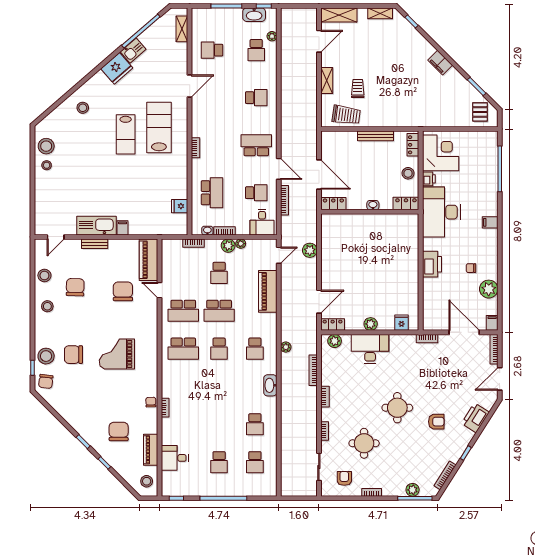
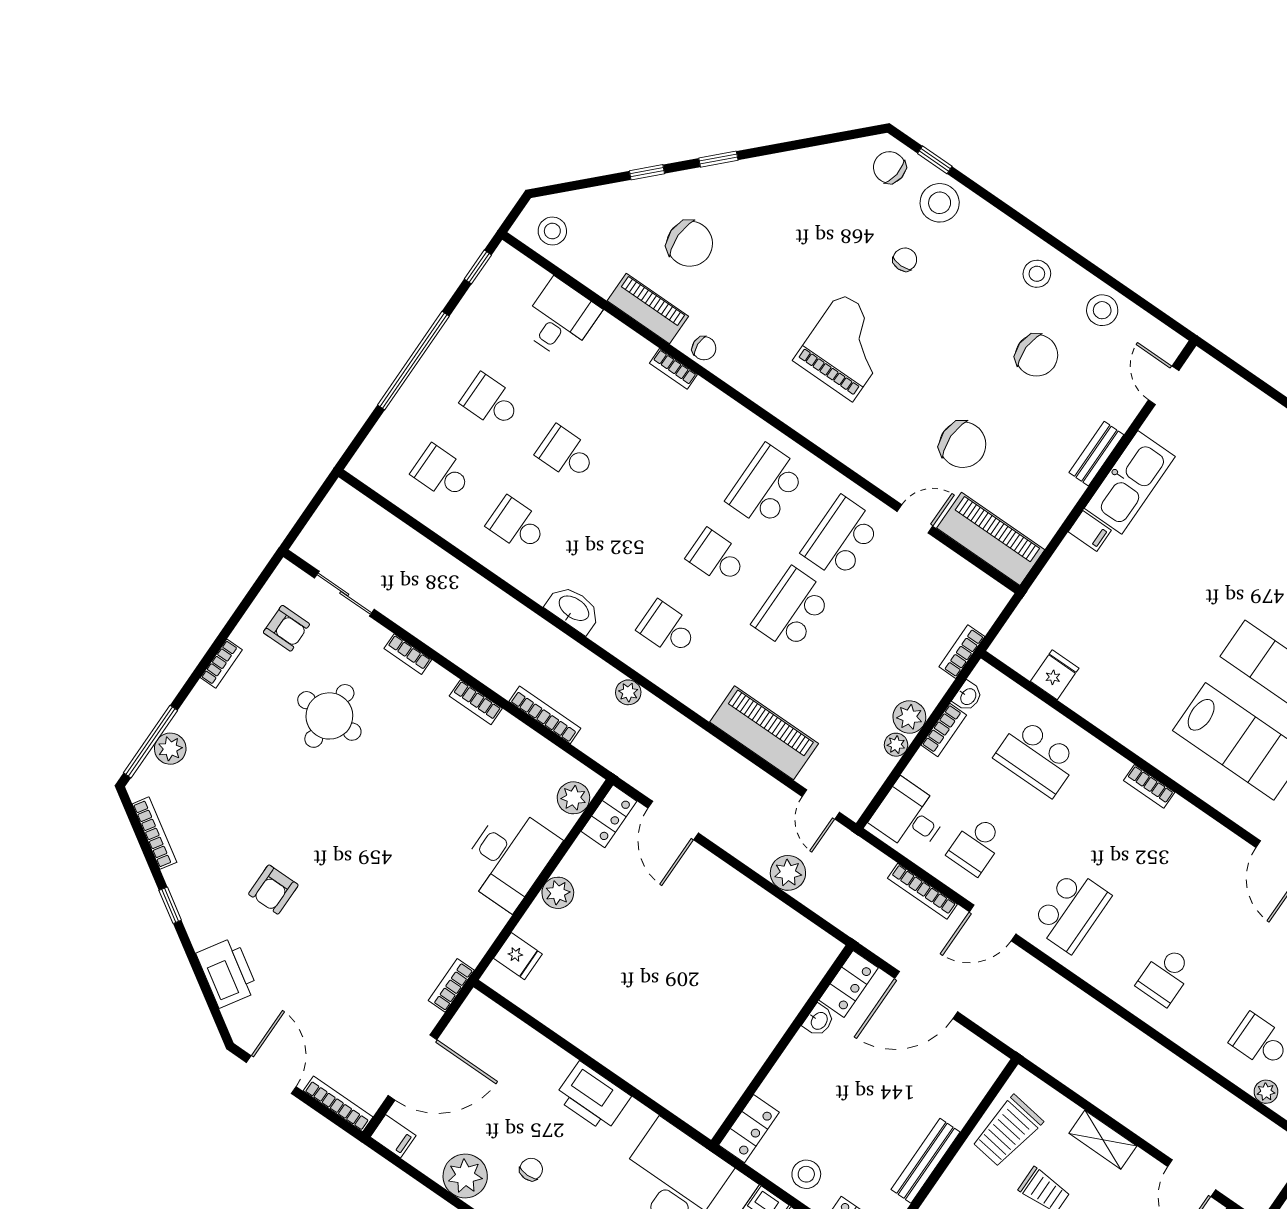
washbasin: (373, 205) -> (819, 1020), moved
school desk: (219, 273) -> (566, 453), moved
chair: (74, 355) -> (905, 259), width x0.54, depth x0.54
round table: (397, 408) -> (354, 831), removed
piano: (151, 450) -> (648, 308), moved

